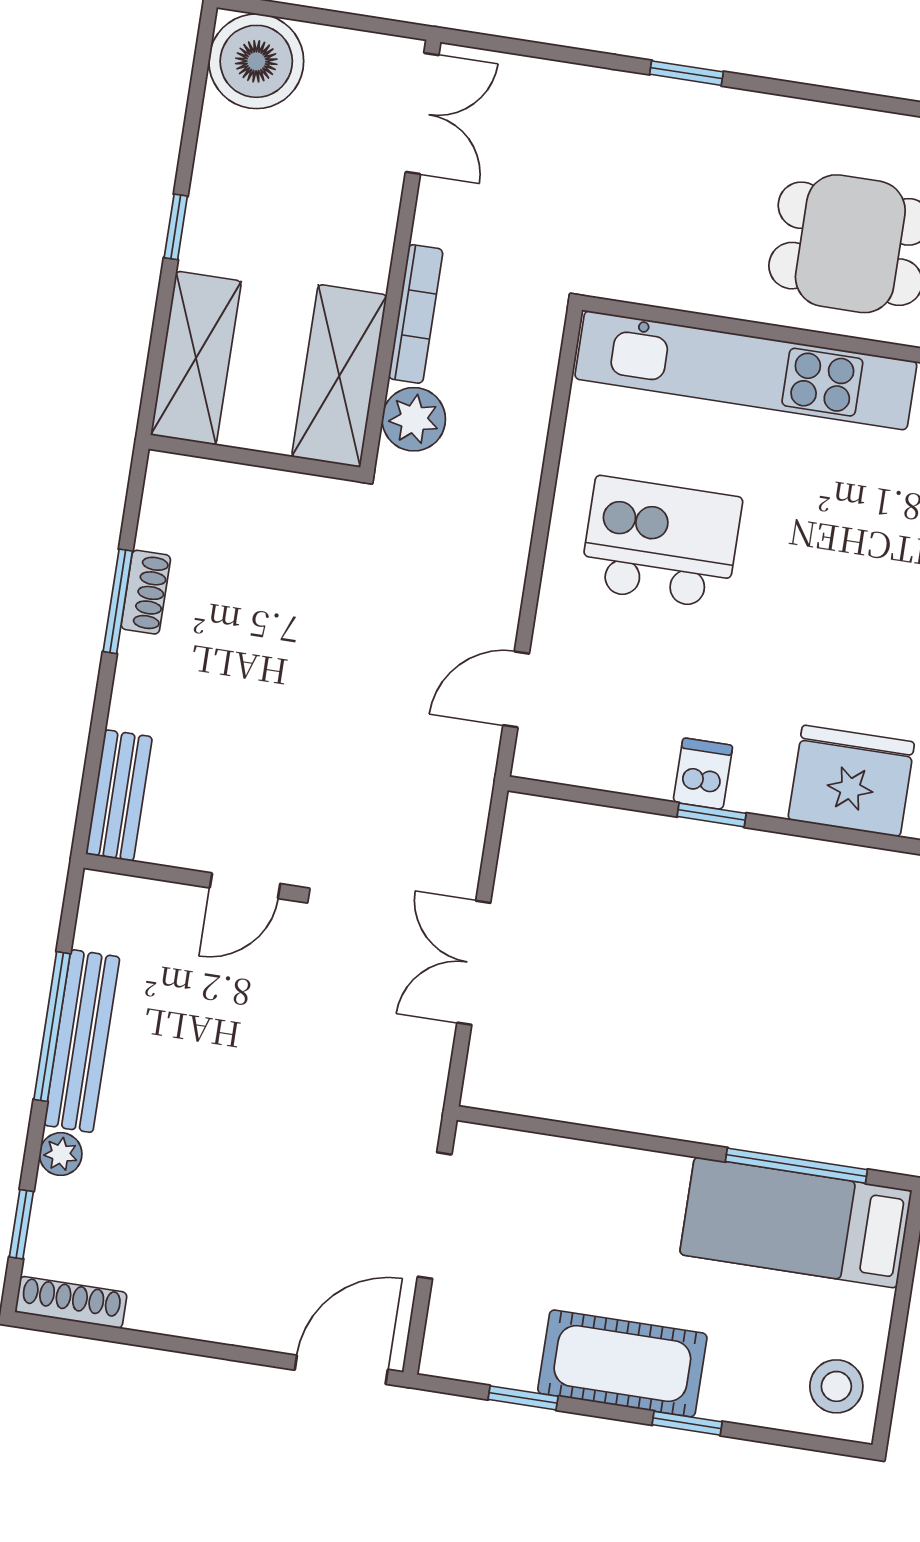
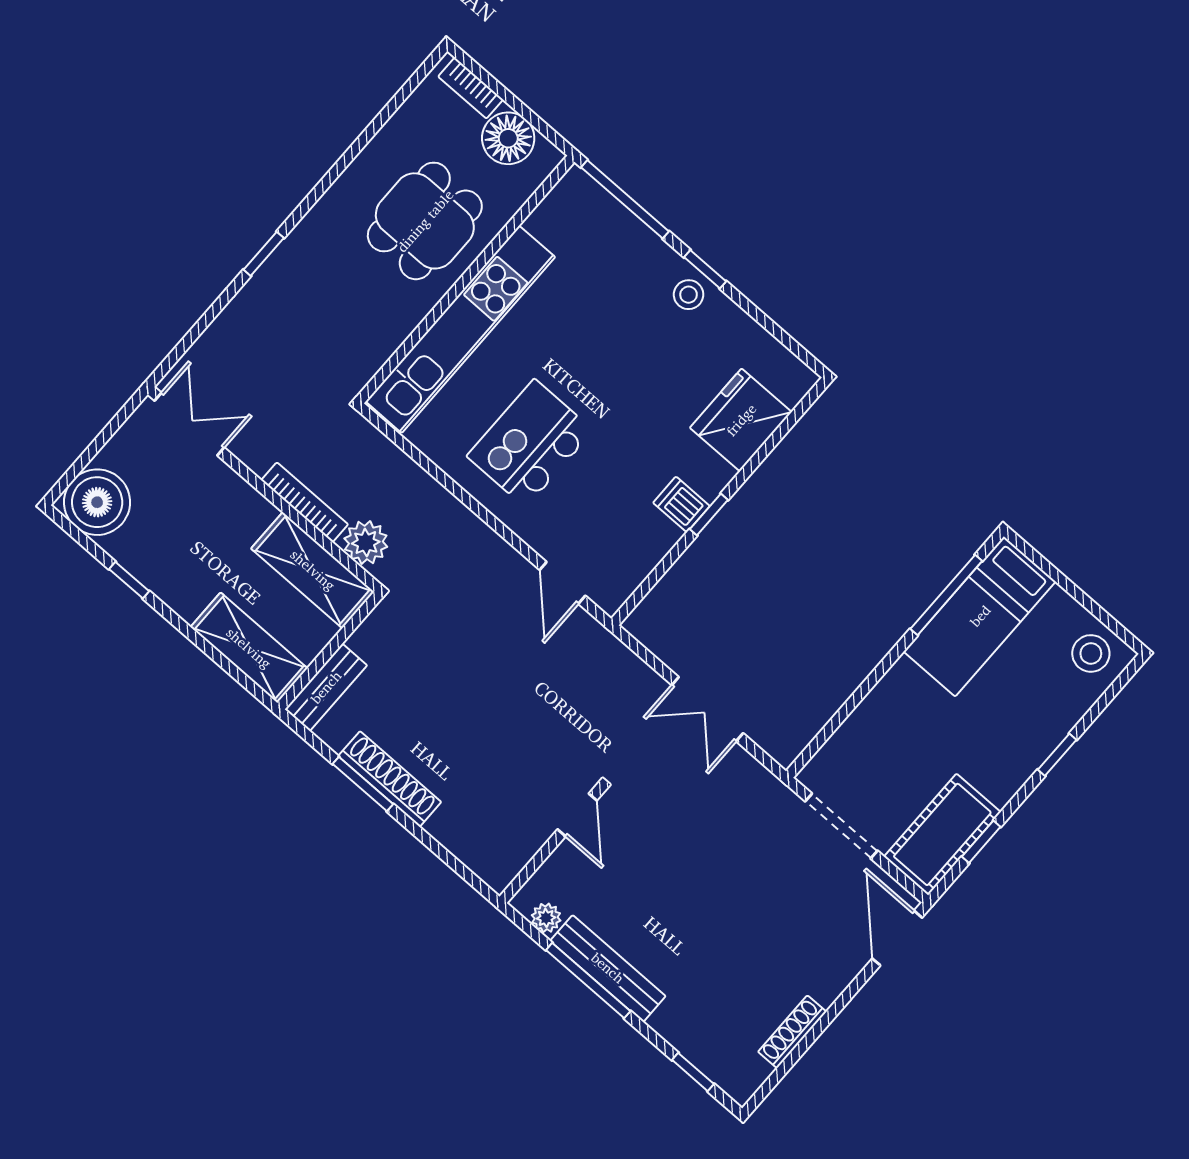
window: (176, 227) -> (129, 580), moved
shoe rack: (146, 592) -> (390, 779), width x1.94, depth x1.24
bench: (119, 795) -> (326, 687), moved, turned 90
plant: (61, 1154) -> (546, 918), moved
shoe rack: (71, 1302) -> (792, 1032), moved
cot: (622, 1363) -> (942, 834), moved

